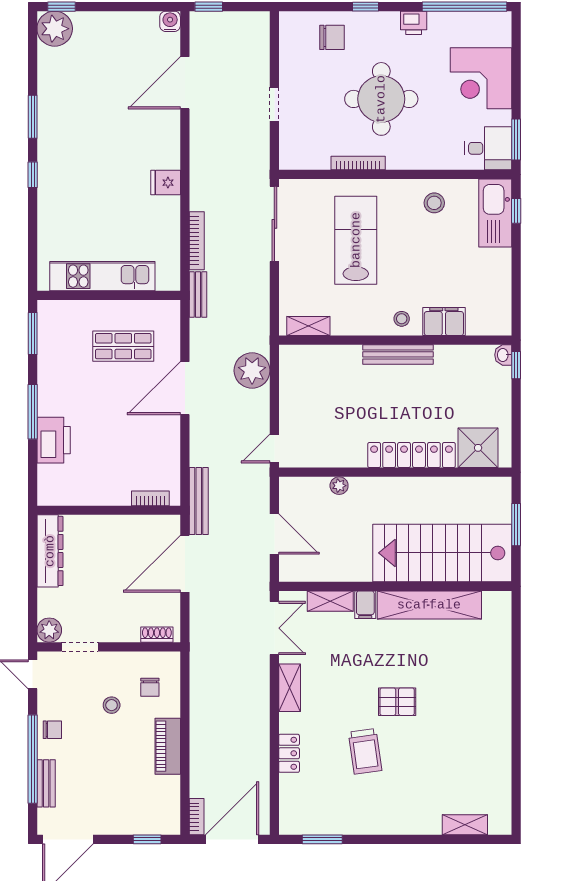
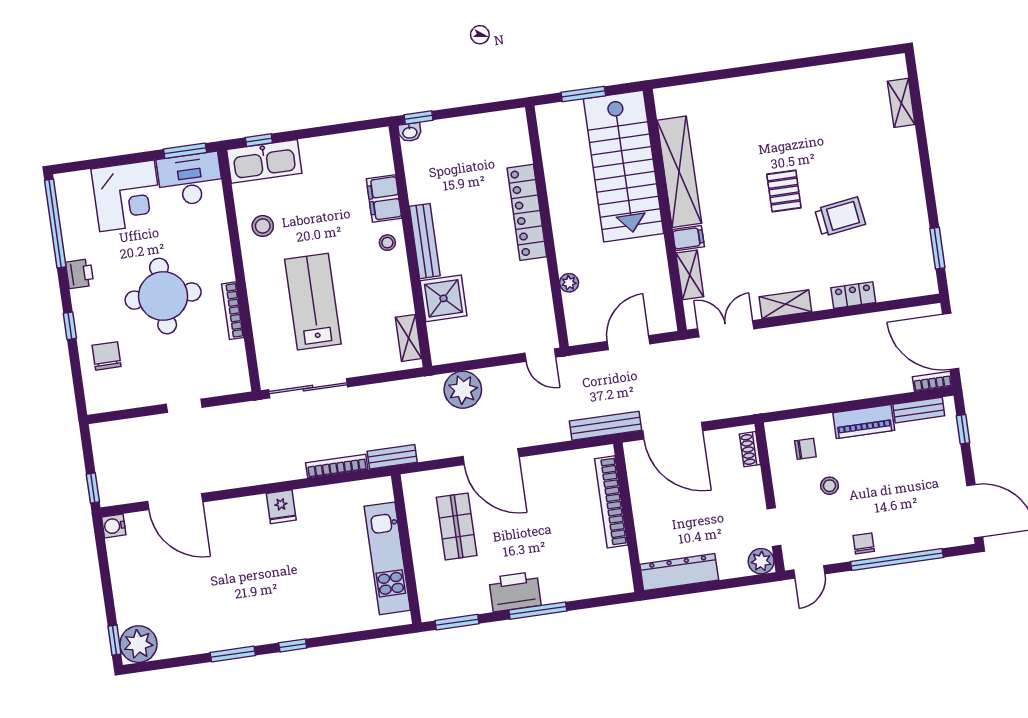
desk: (488, 148) -> (190, 179), width x1.37
lab bench: (356, 240) -> (313, 302), turned 90
printer: (54, 440) -> (515, 592), moved
shower: (478, 448) -> (443, 298), moved
bookcase: (150, 498) -> (611, 502), width x2.31, depth x1.31
bench: (46, 783) -> (919, 410), moved

